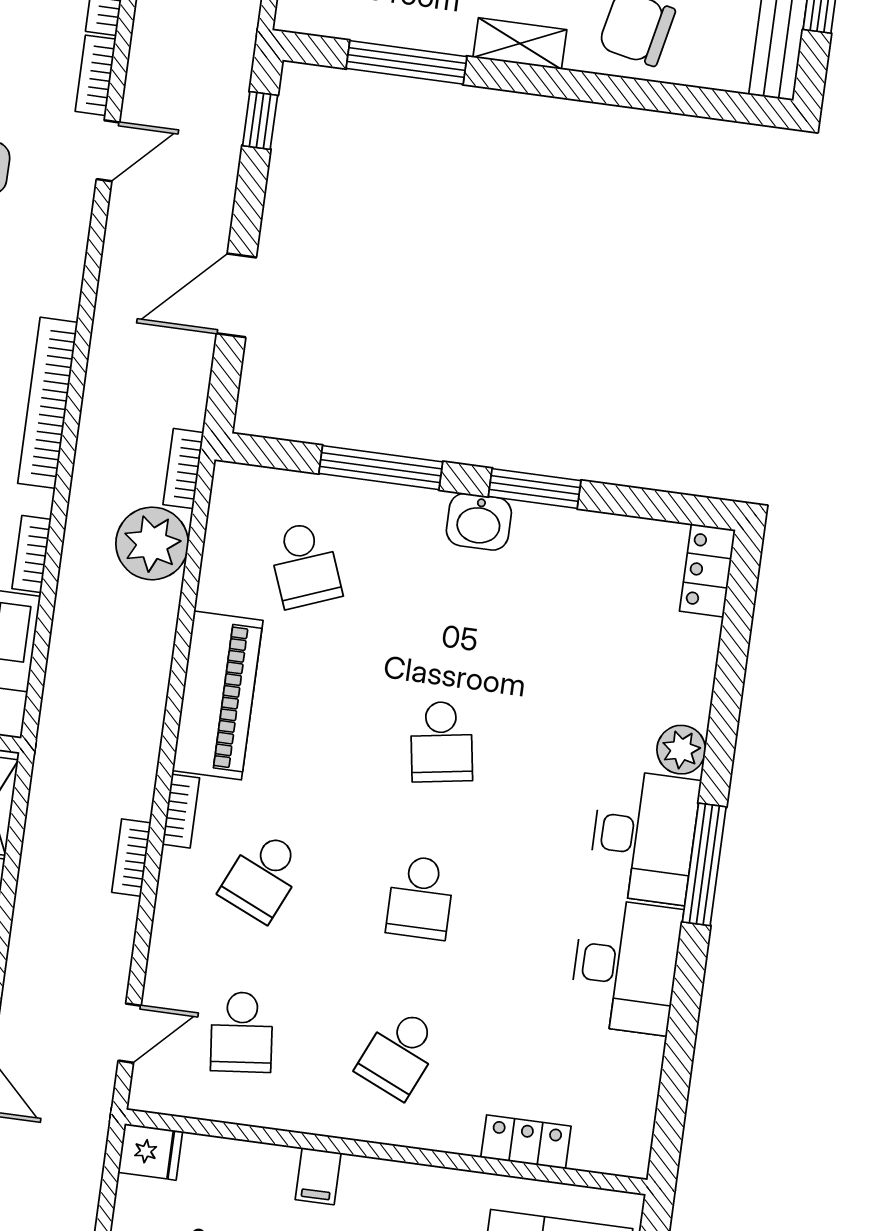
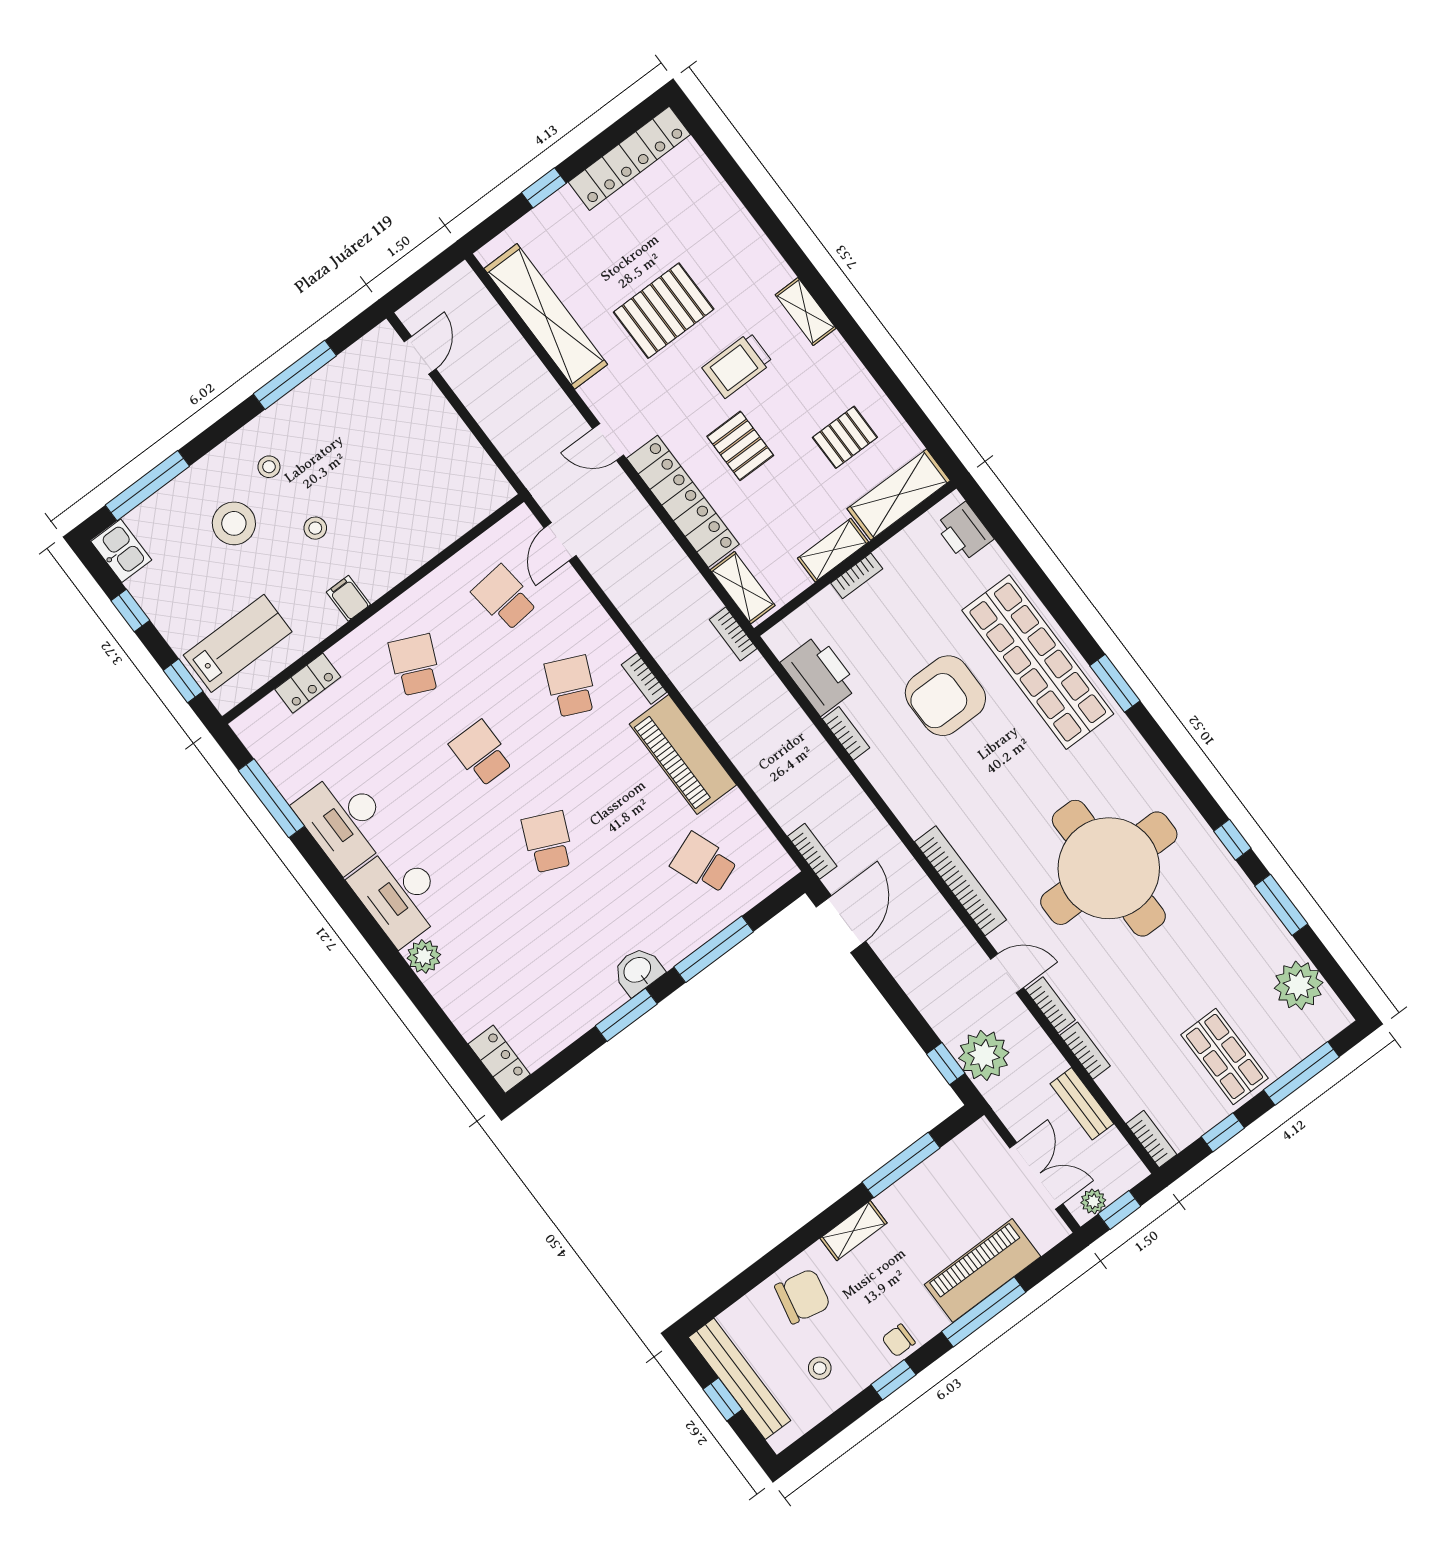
door: (108, 151) -> (1007, 973), swing flipped
door: (236, 295) -> (841, 924), moved
bookcase: (48, 403) -> (960, 881), moved
plant: (152, 543) -> (984, 1055), moved
school desk: (441, 742) -> (548, 842), turned 33
bookcase: (131, 858) -> (733, 634), moved, turned 180
window: (704, 864) -> (271, 798), moved
fridge: (150, 1152) -> (491, 493), removed
filing cabinet: (318, 1176) -> (348, 598), moved

